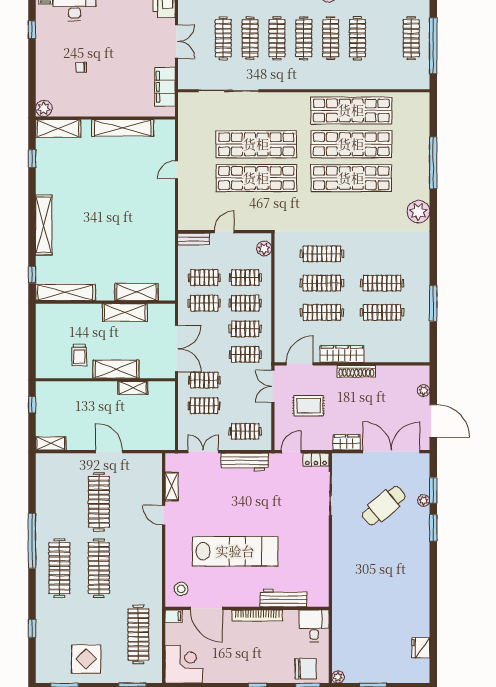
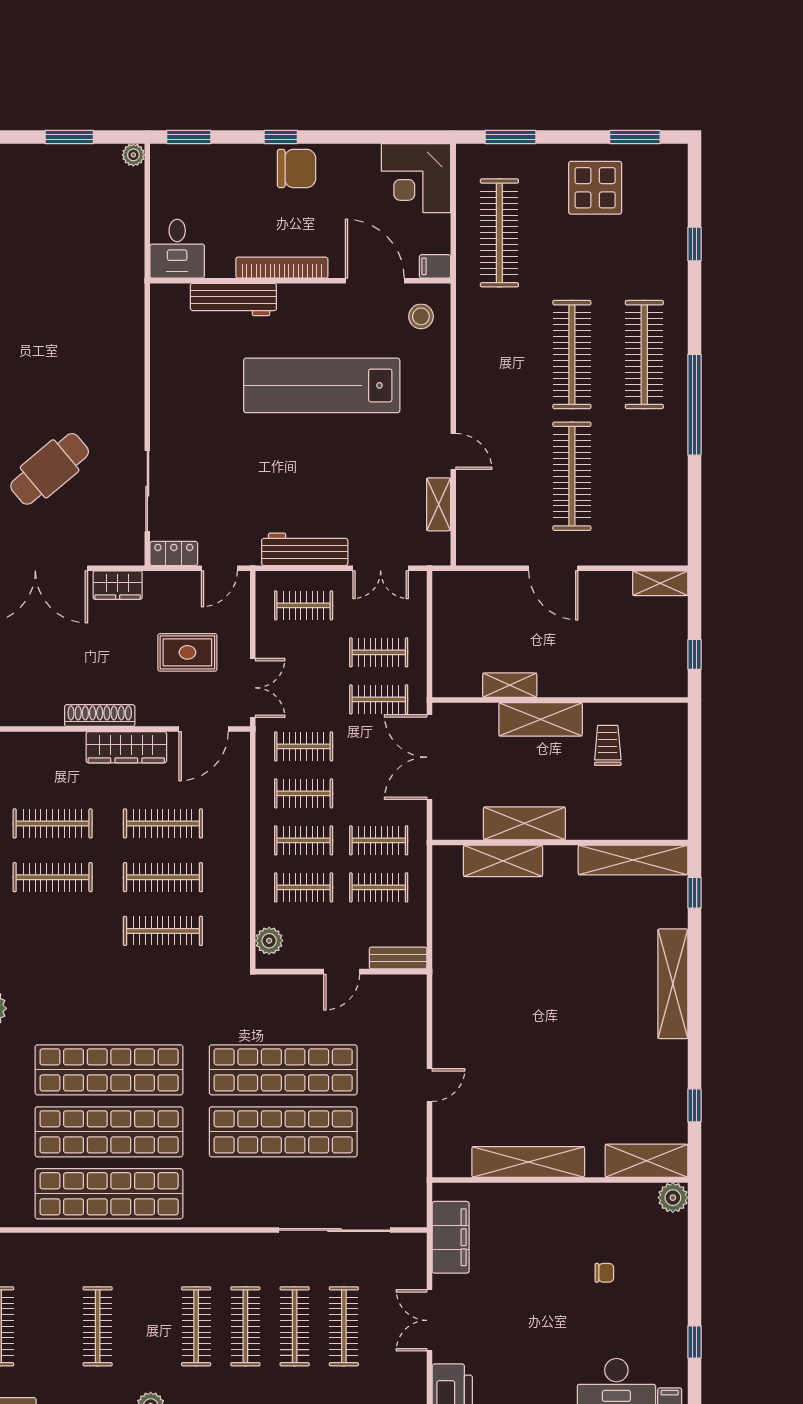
clothes rail: (331, 38) -> (147, 1326), removed
chair: (306, 669) -> (297, 168), moved, turned 180

